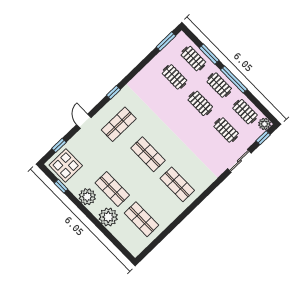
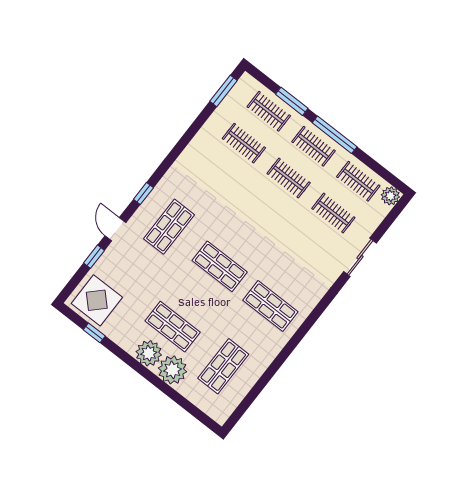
window: (113, 92) -> (143, 193), moved
window: (263, 138) -> (391, 217), removed
window: (59, 145) -> (94, 257), moved
plant: (87, 197) -> (149, 353), moved
shop shelf: (141, 219) -> (223, 366), turned 90

